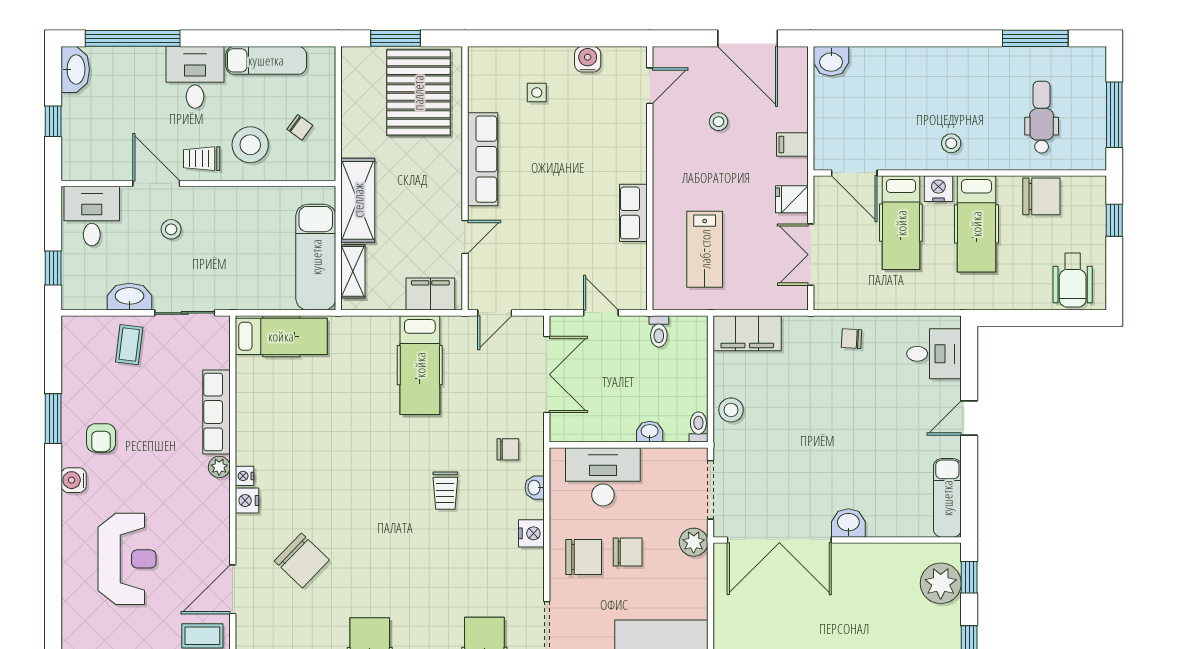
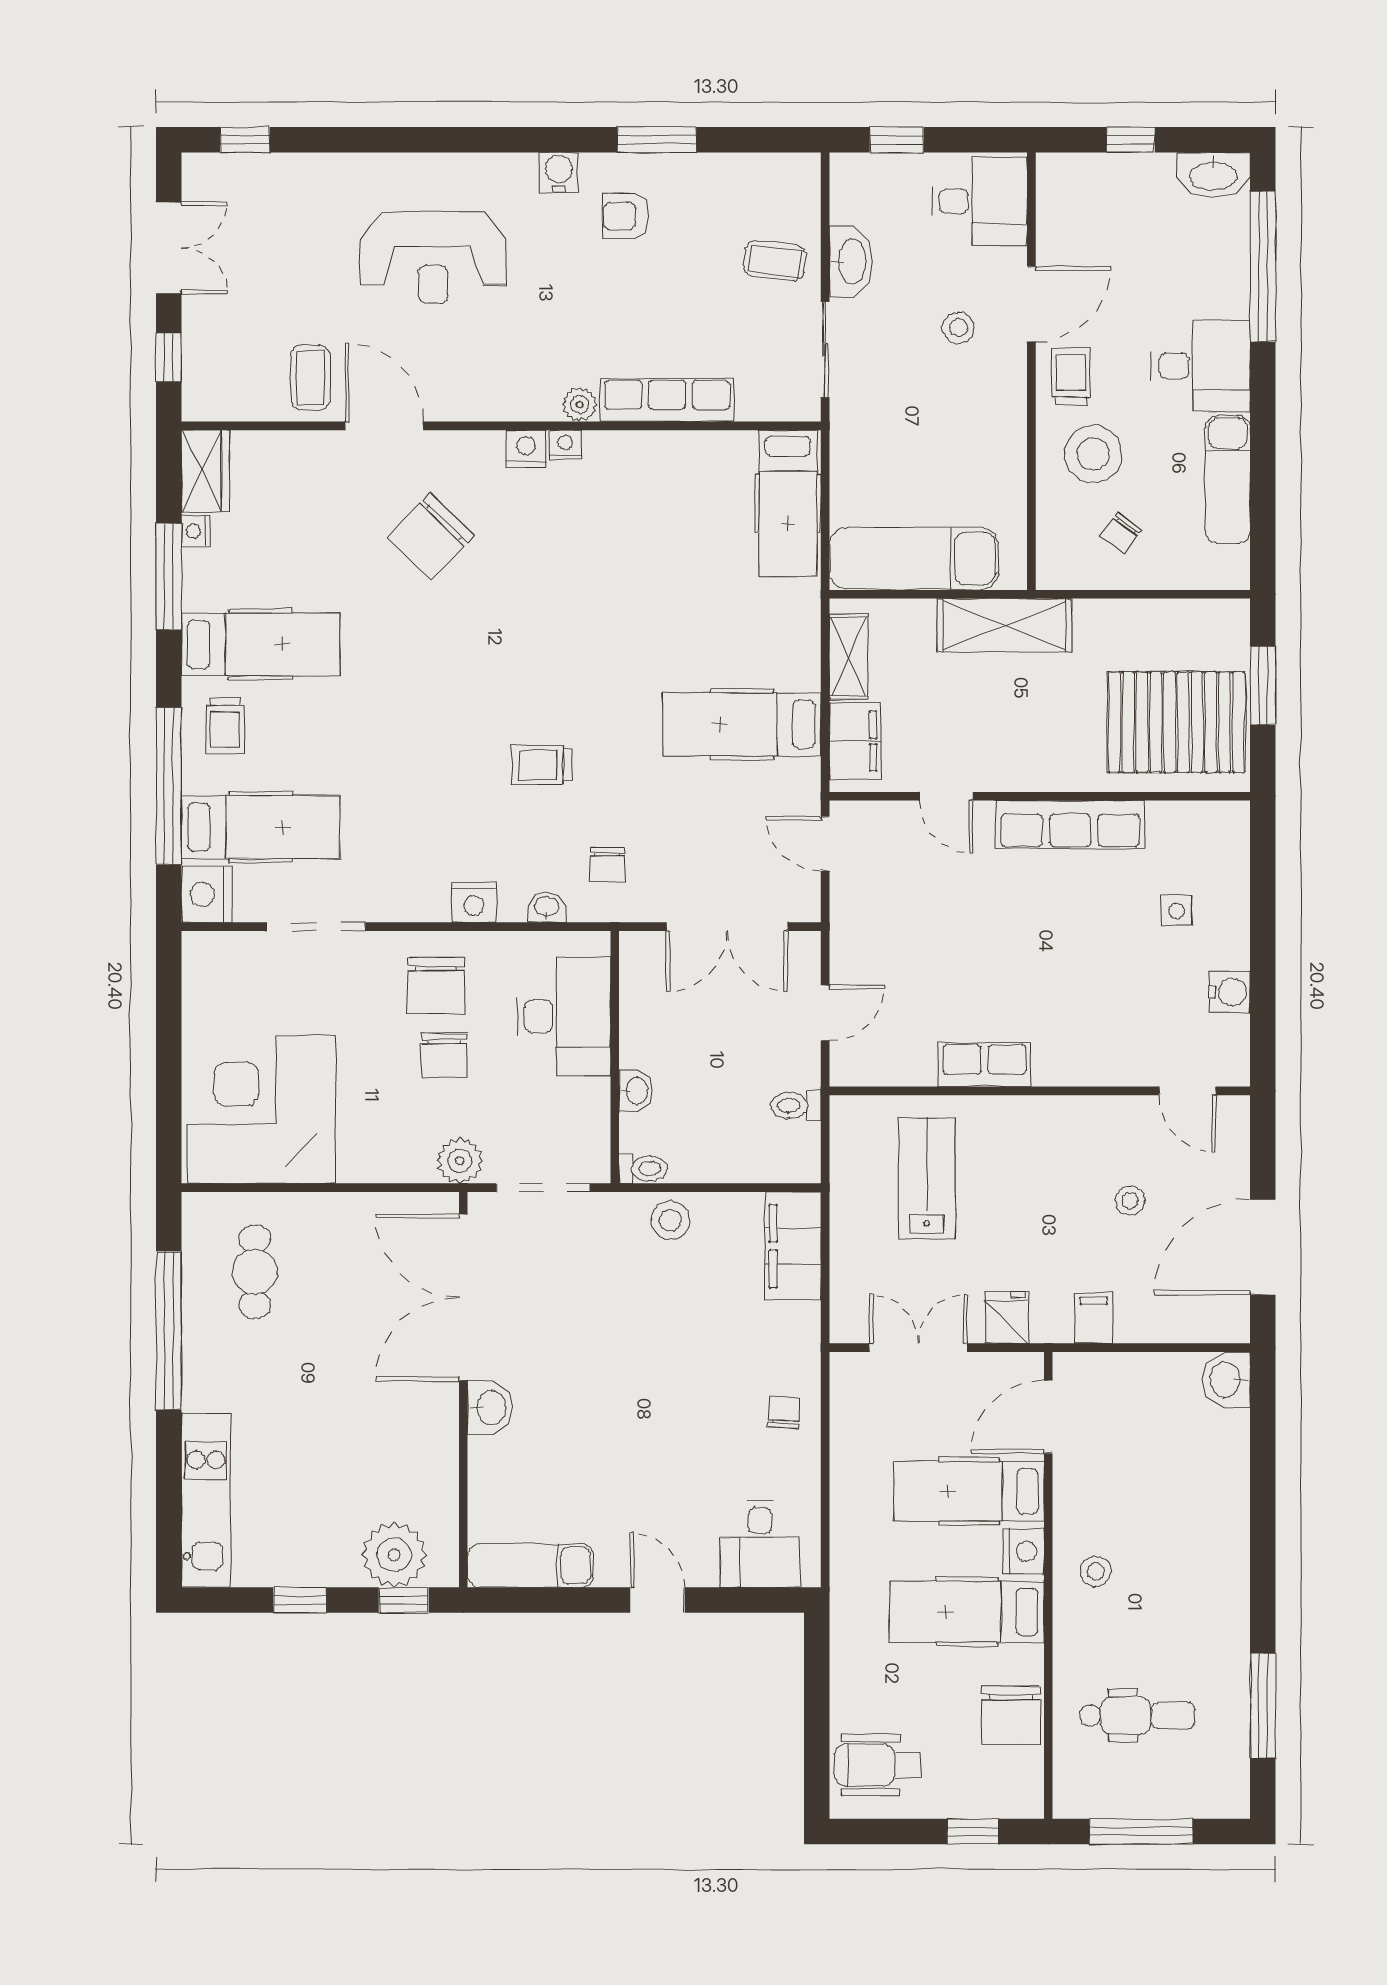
lab bench: (705, 249) -> (927, 1178), turned 90
shelving: (353, 271) -> (849, 656), moved, turned 90

